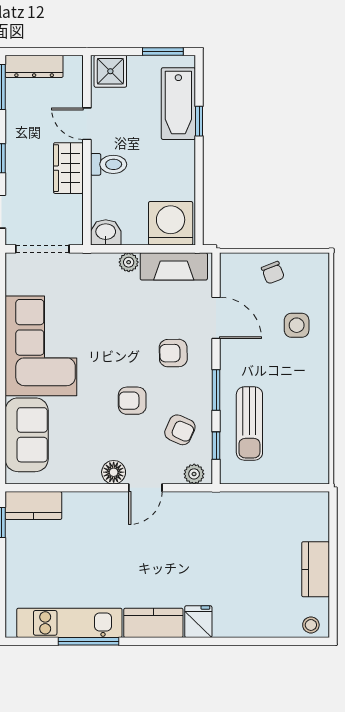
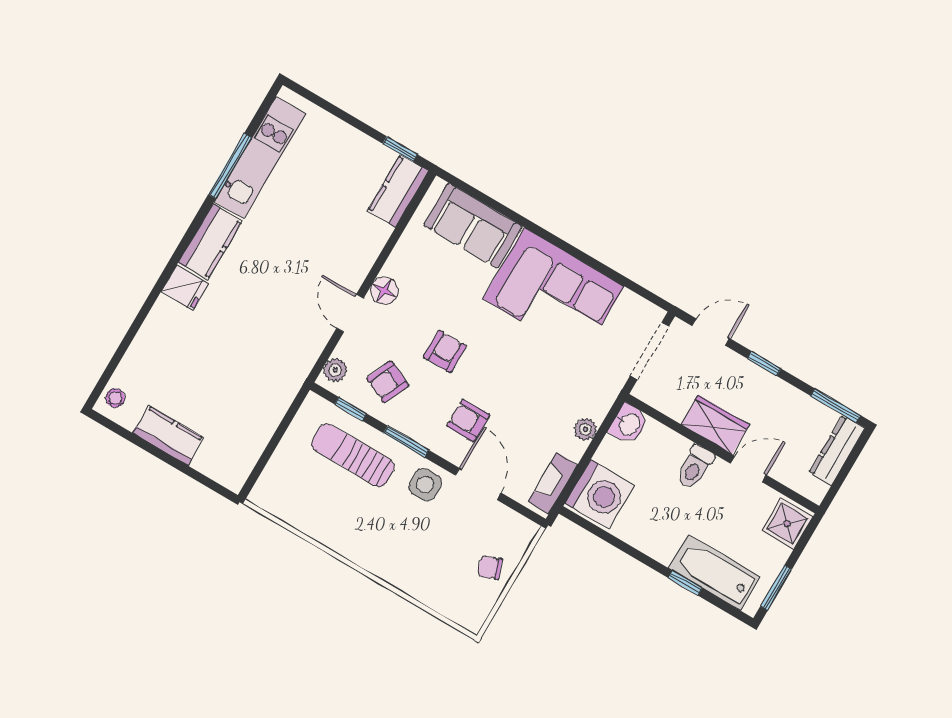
fireplace: (174, 266) -> (553, 483), width x0.73, depth x0.76
door: (216, 318) -> (478, 484), swing flipped
side table: (297, 325) -> (425, 485), moved
armchair: (173, 353) -> (468, 420), turned -89

